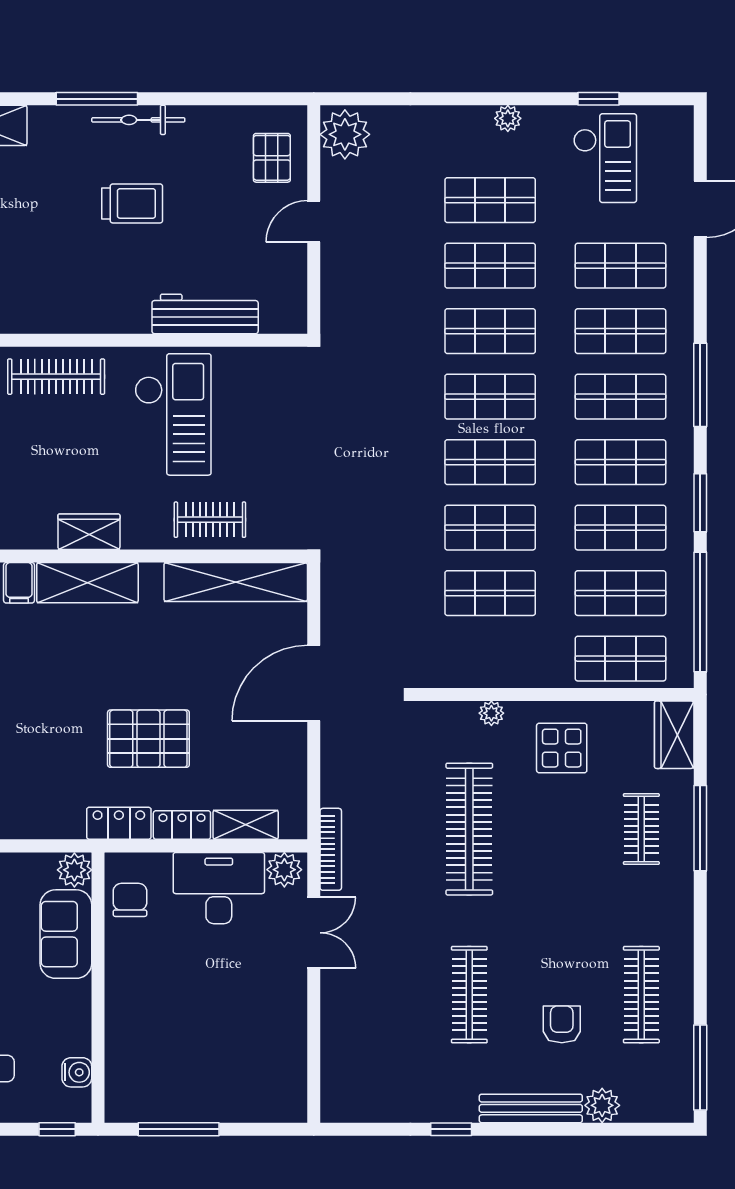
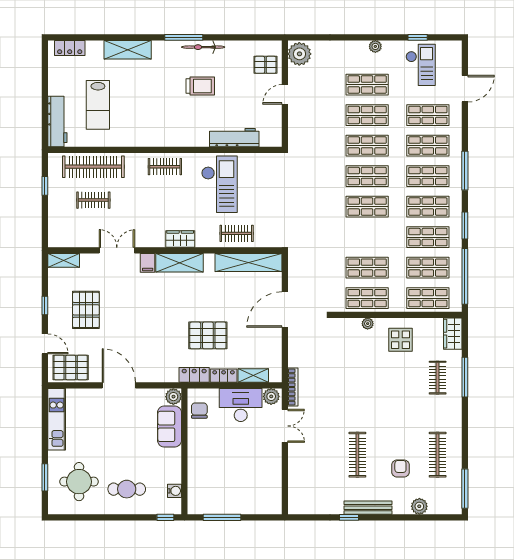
pallet: (272, 158) -> (265, 65), turned 90
clothes rail: (56, 377) -> (165, 167), width x0.73
shop shelf: (490, 528) -> (367, 298), moved
clothes rail: (469, 829) -> (357, 378), removed
bench: (531, 1108) -> (368, 508), moved

